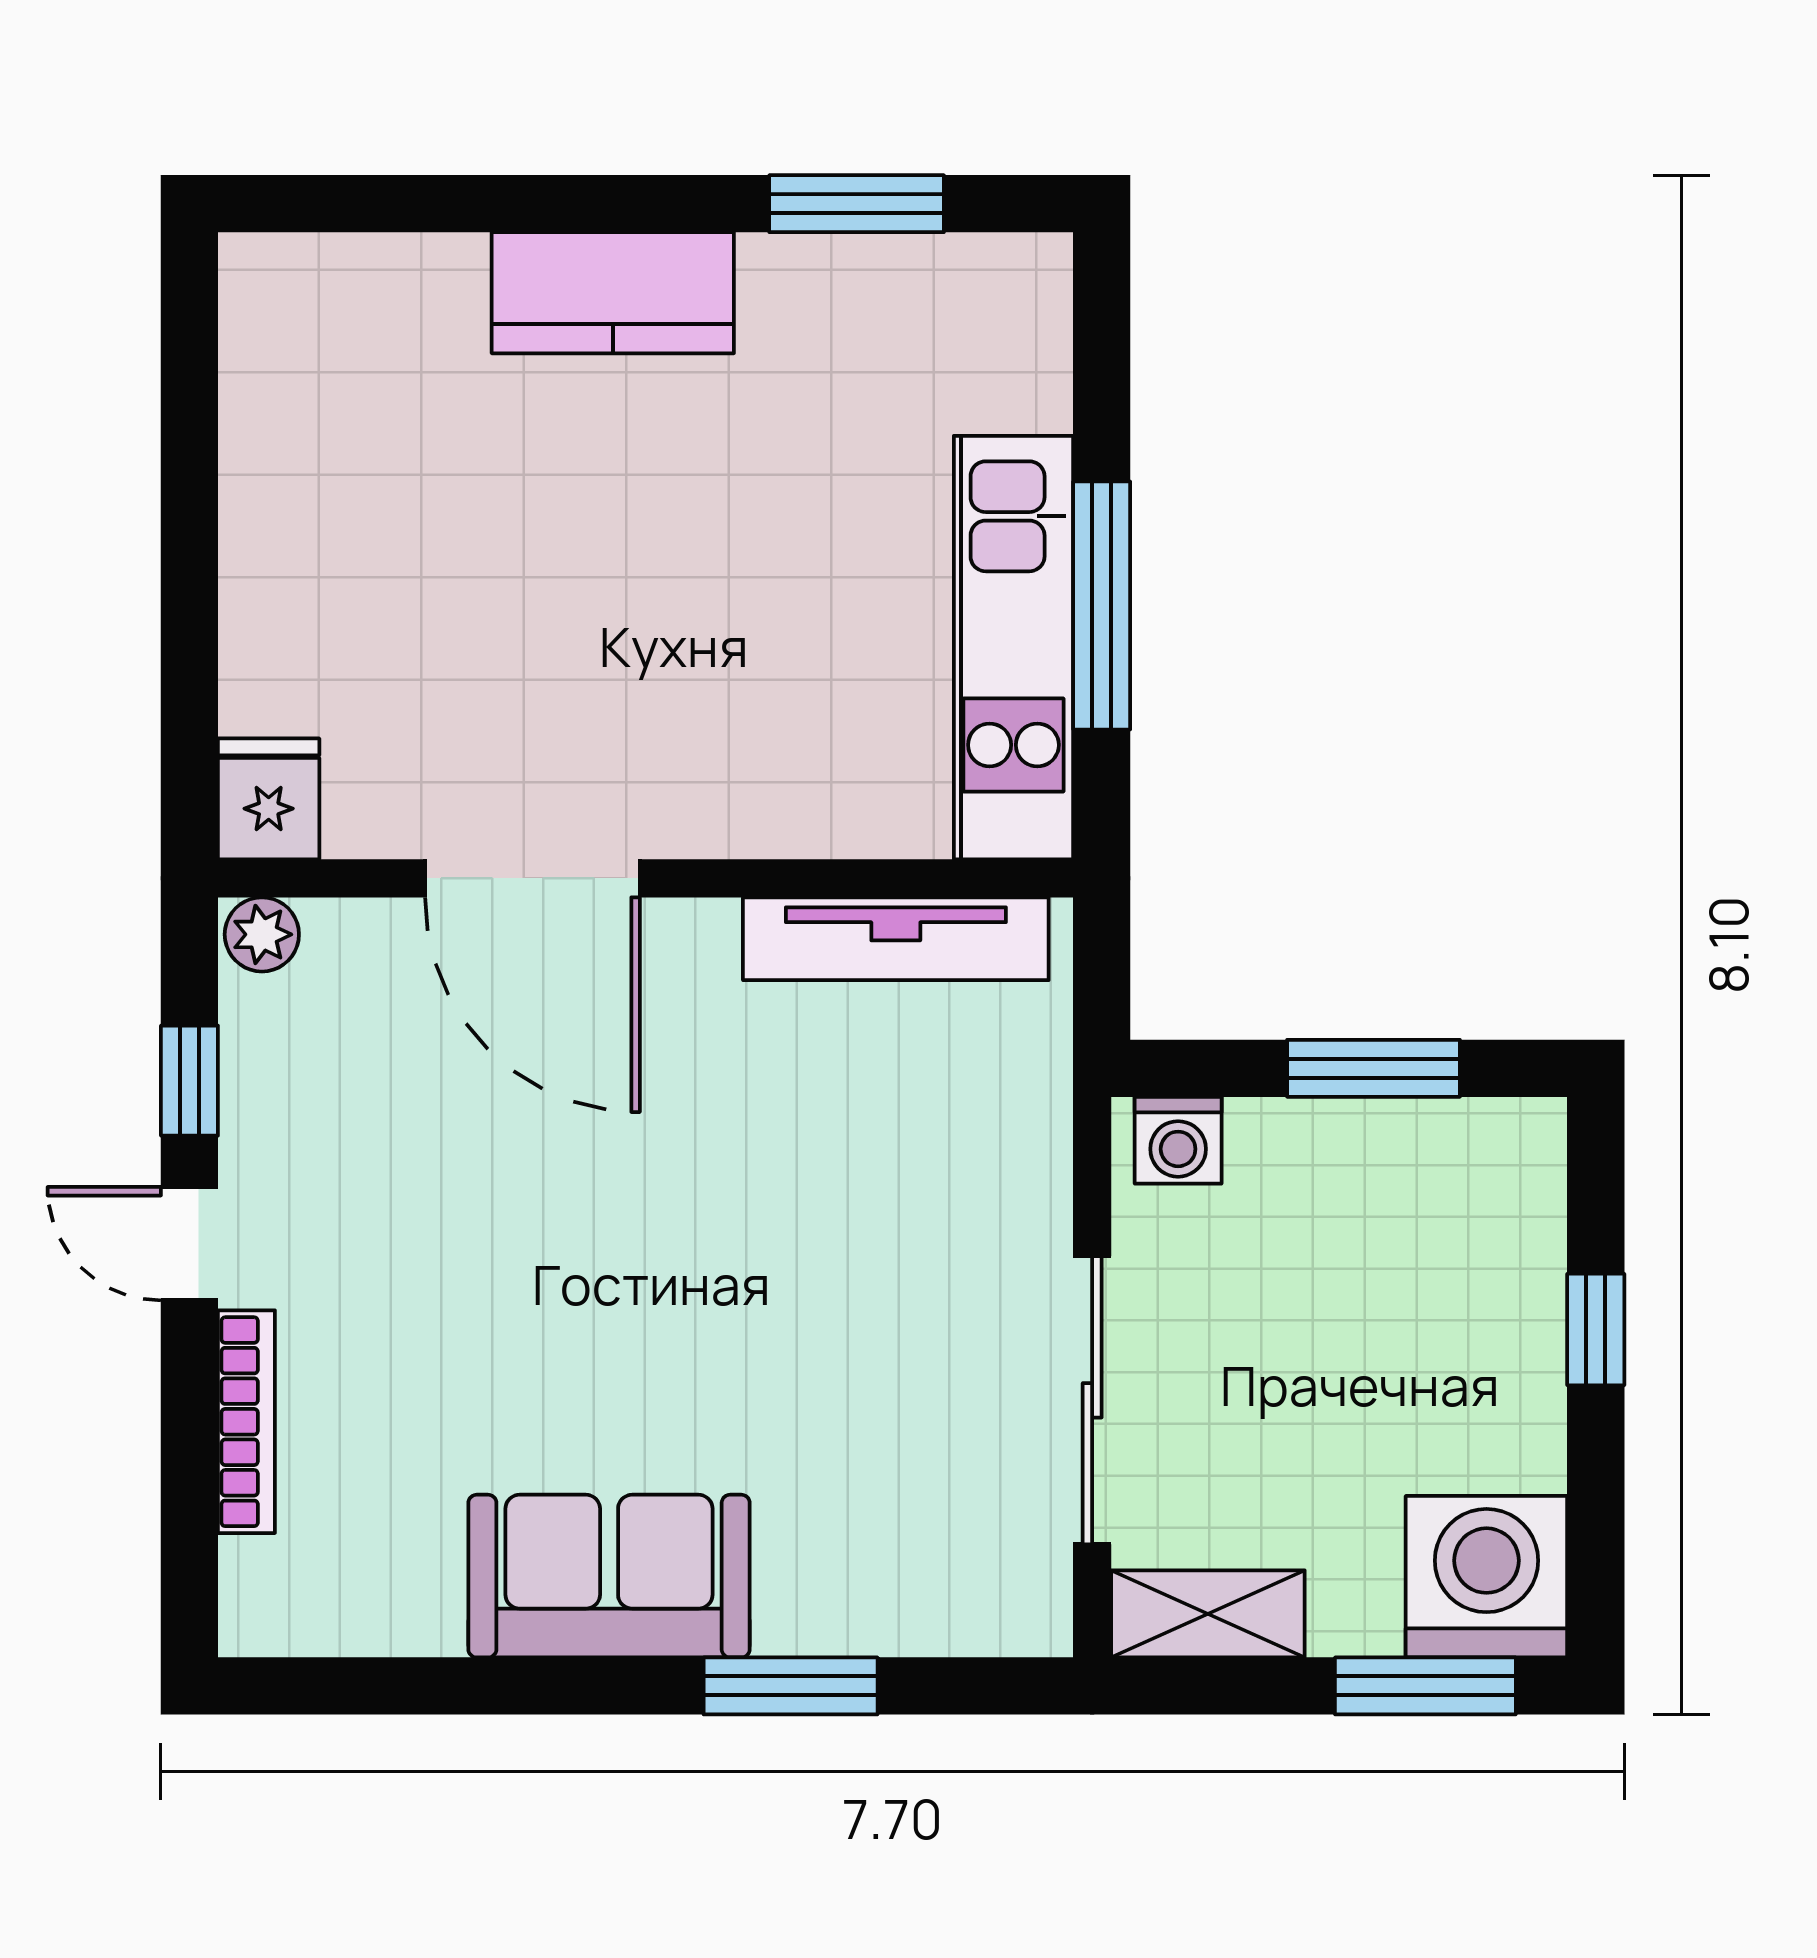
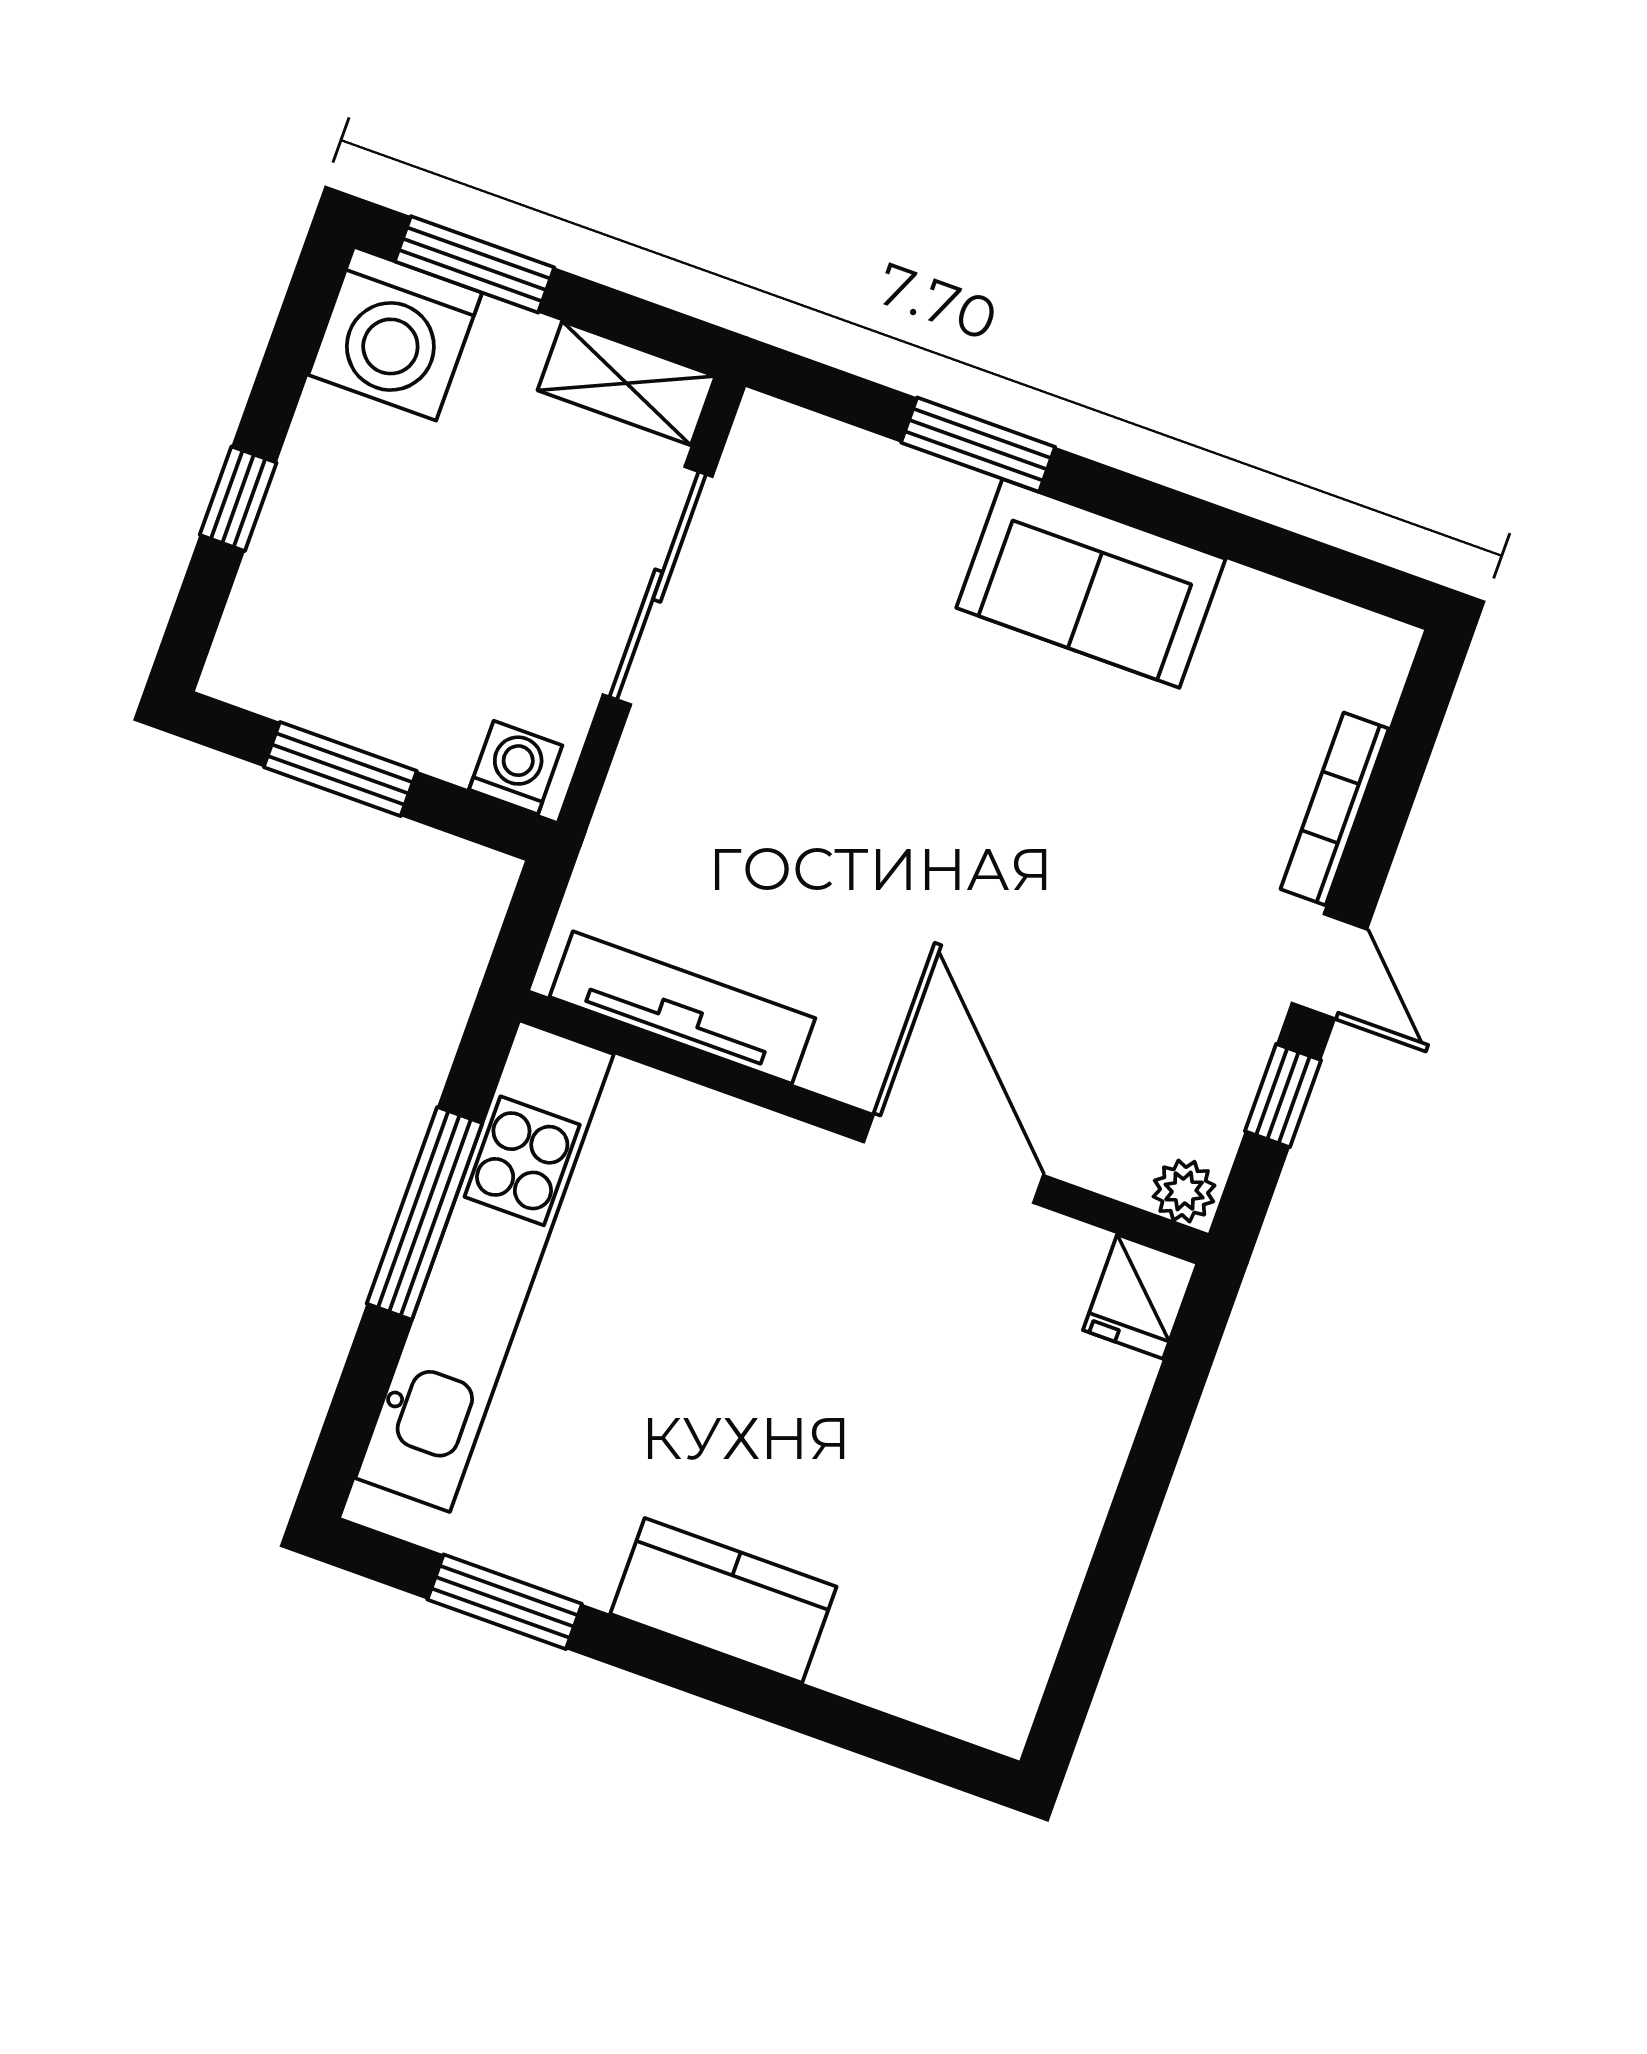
kitchen unit: (1013, 648) -> (484, 1266), width x1.36

